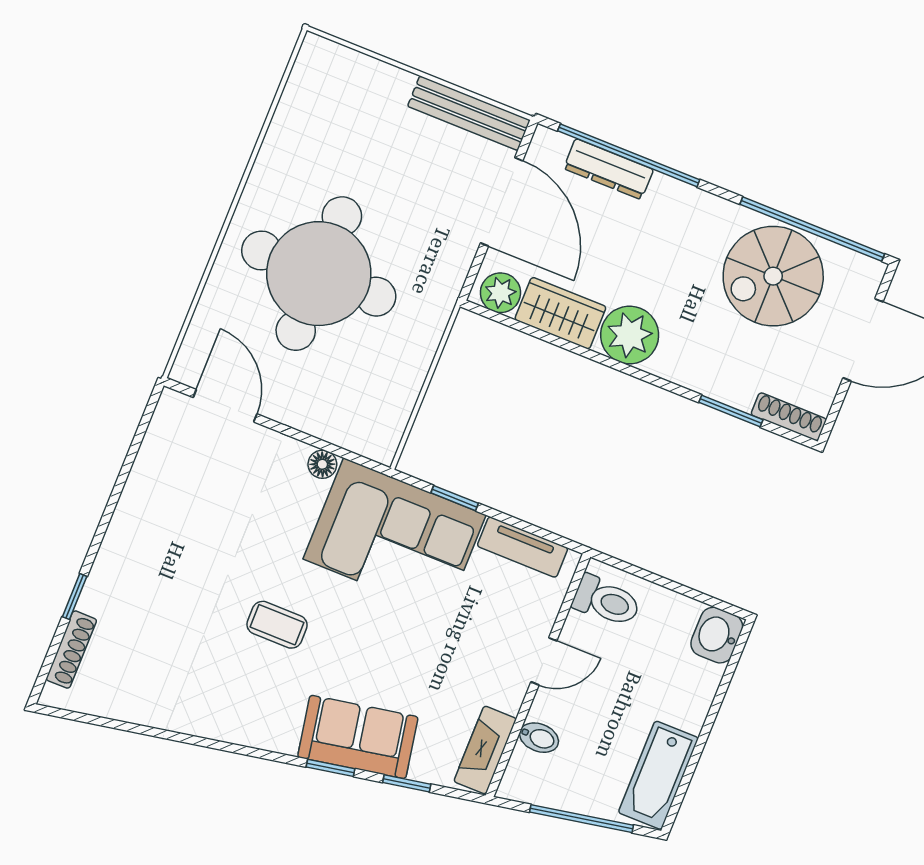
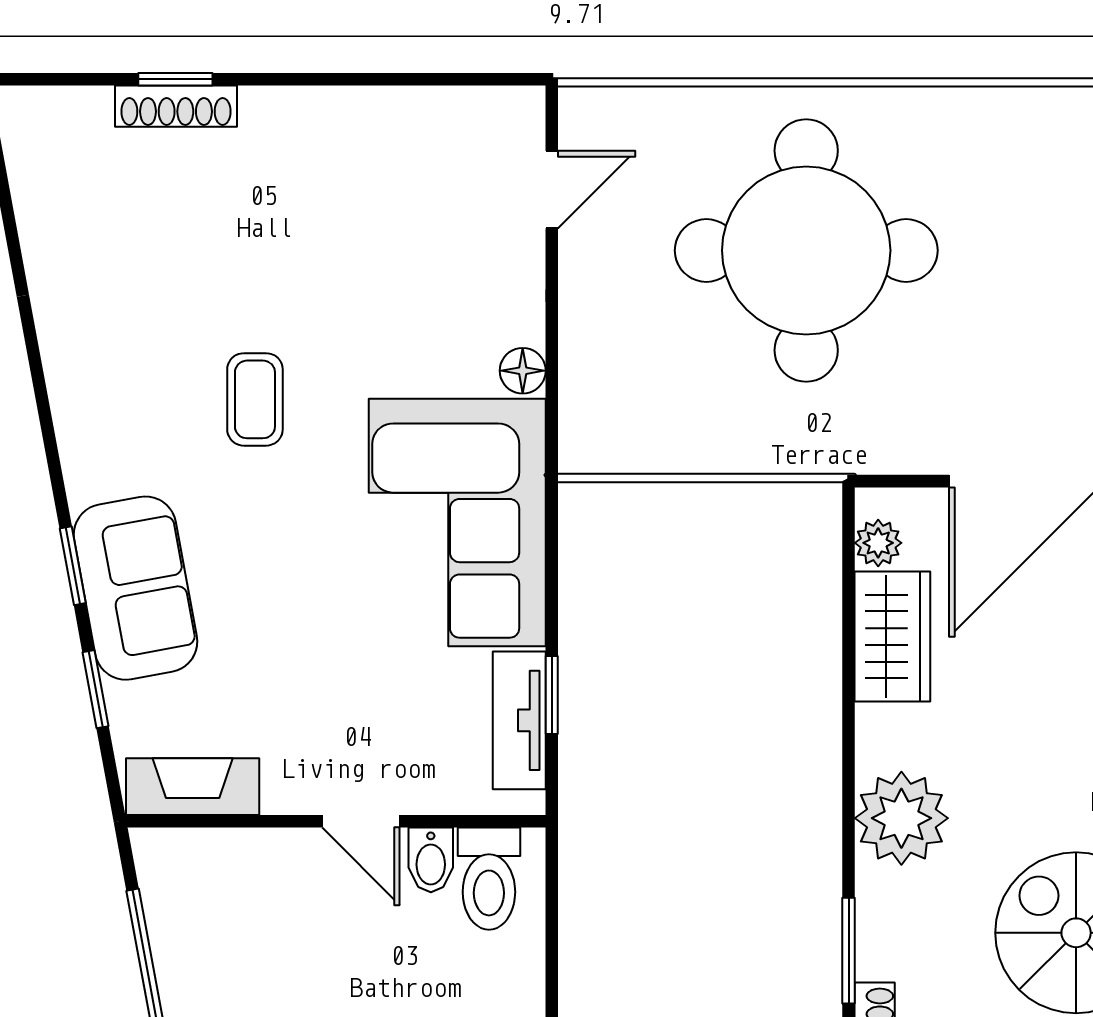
plant: (500, 293) -> (878, 543), width x0.73, depth x0.73
plant: (630, 335) -> (901, 818), moved
door: (225, 406) -> (552, 190), width x0.73
window: (455, 498) -> (552, 695), moved
shoe rack: (71, 650) -> (176, 106), moved
bidet: (539, 738) -> (431, 860), moved

